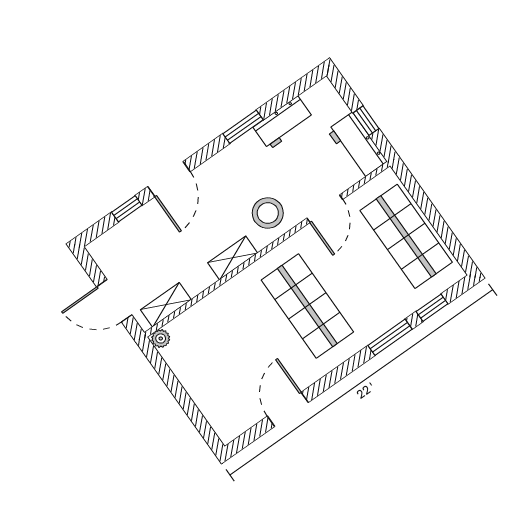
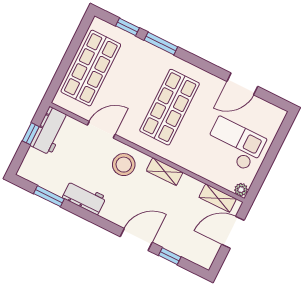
workbench: (283, 123) -> (84, 197), moved
window: (243, 127) -> (49, 196), moved
door: (114, 301) -> (233, 232), swing flipped
checkout: (220, 361) -> (235, 144), added

